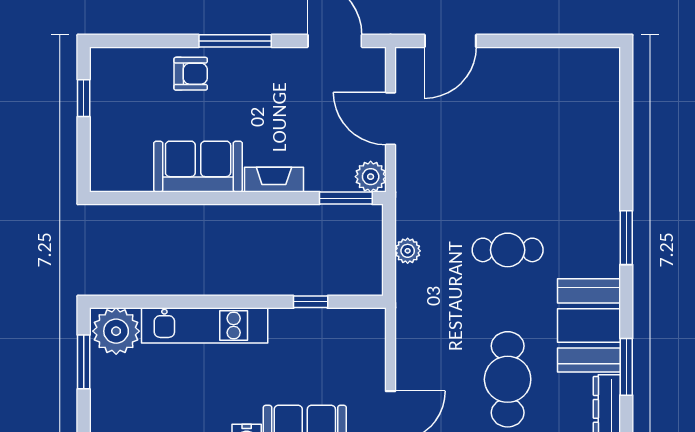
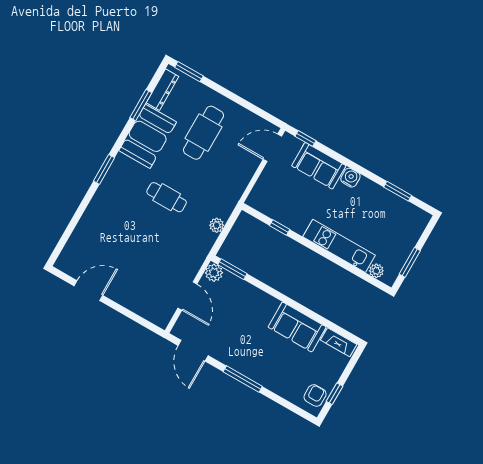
door: (450, 41) -> (88, 291), moved
armchair: (191, 74) -> (315, 395), moved, turned 90
fireplace: (274, 180) -> (339, 342), moved
plant: (116, 331) -> (376, 271), width x0.53, depth x0.53

